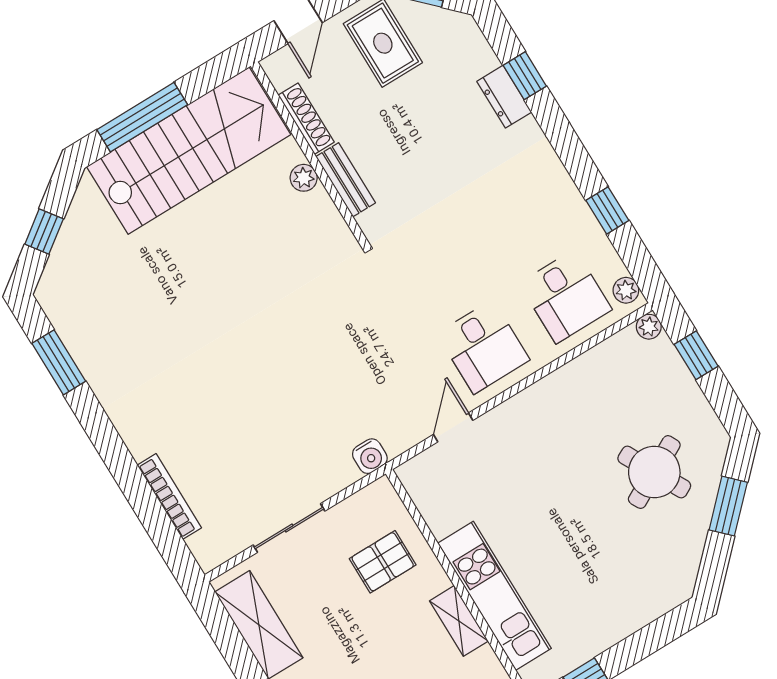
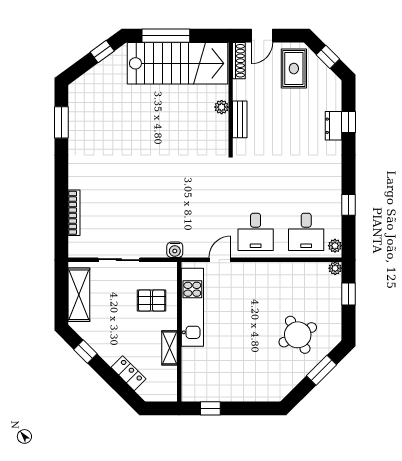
shoe rack: (306, 119) -> (239, 61), moved
window: (44, 232) -> (102, 51), moved
kitchen unit: (495, 596) -> (192, 307), moved

